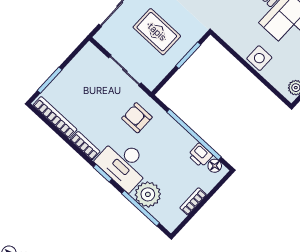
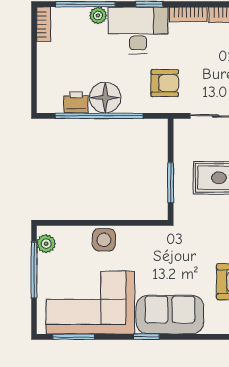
floor lamp: (215, 166) -> (105, 98), moved, width x1.89, depth x1.89
plant: (148, 194) -> (98, 15), width x0.53, depth x0.53
bookcase: (193, 201) -> (44, 24), moved

